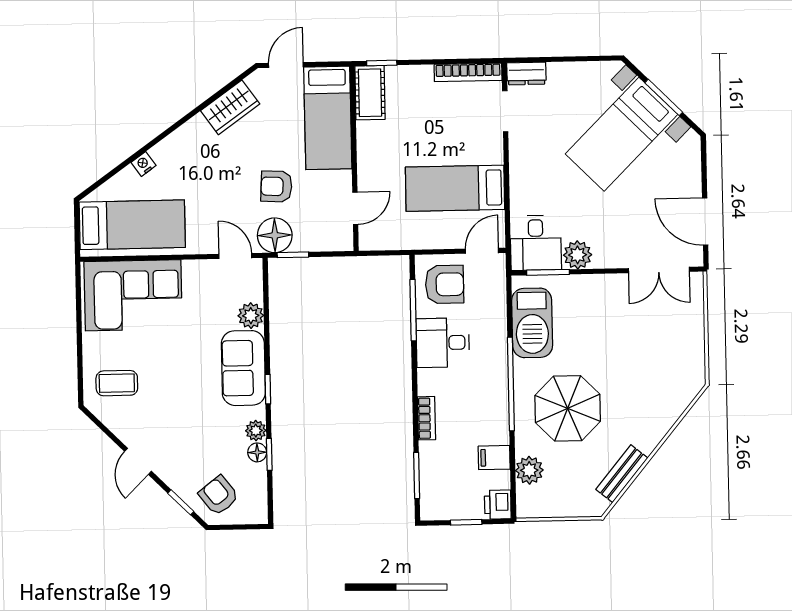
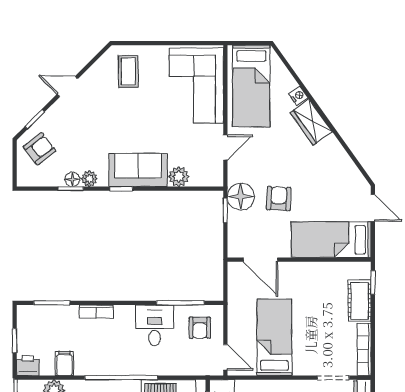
cot: (370, 93) -> (360, 301), moved, turned 90
wardrobe: (230, 107) -> (311, 122), moved
door: (355, 208) -> (260, 260), width x1.38
door: (235, 256) -> (225, 148), moved
armchair: (445, 284) -> (200, 328), width x0.72, depth x0.72

